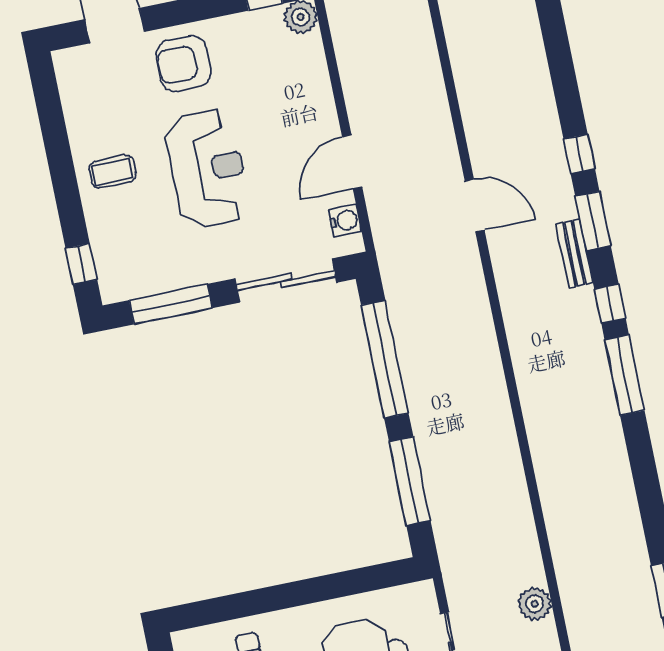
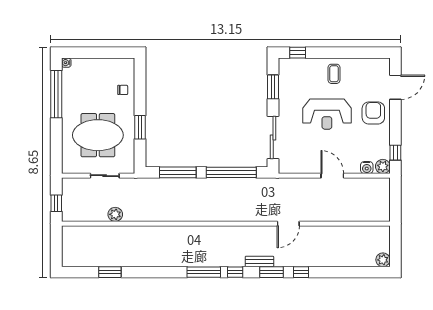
door: (352, 162) -> (332, 176), moved
water cooler: (345, 221) -> (367, 168), moved
window: (171, 304) -> (273, 87), width x0.69
window: (325, 588) -> (140, 127), added

